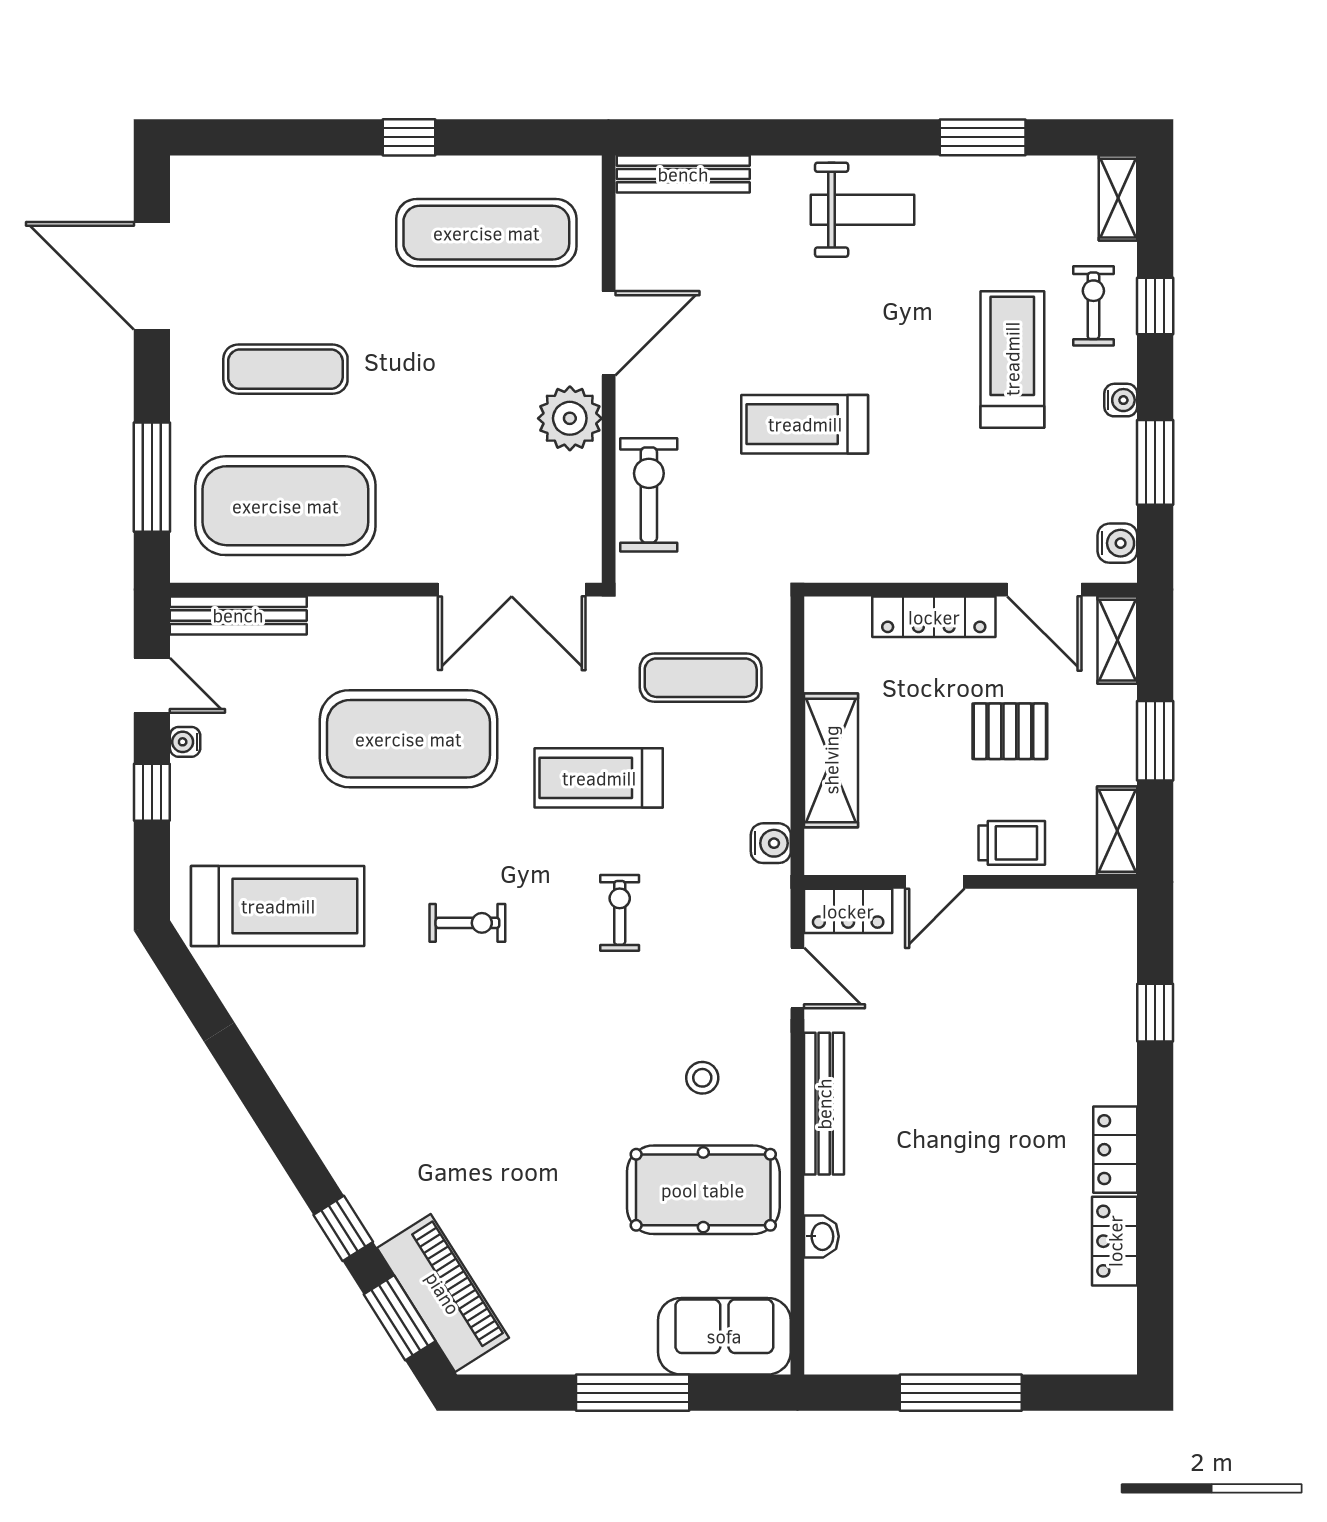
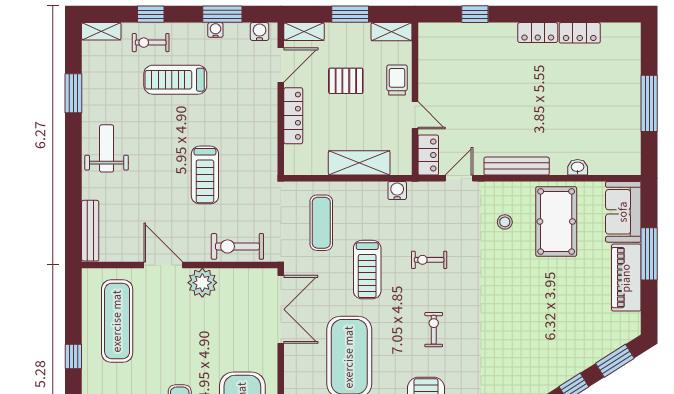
water cooler: (1121, 400) -> (215, 30), moved
pallet: (1010, 731) -> (346, 81), turned 90
piano: (443, 1293) -> (626, 278), moved, turned -58

